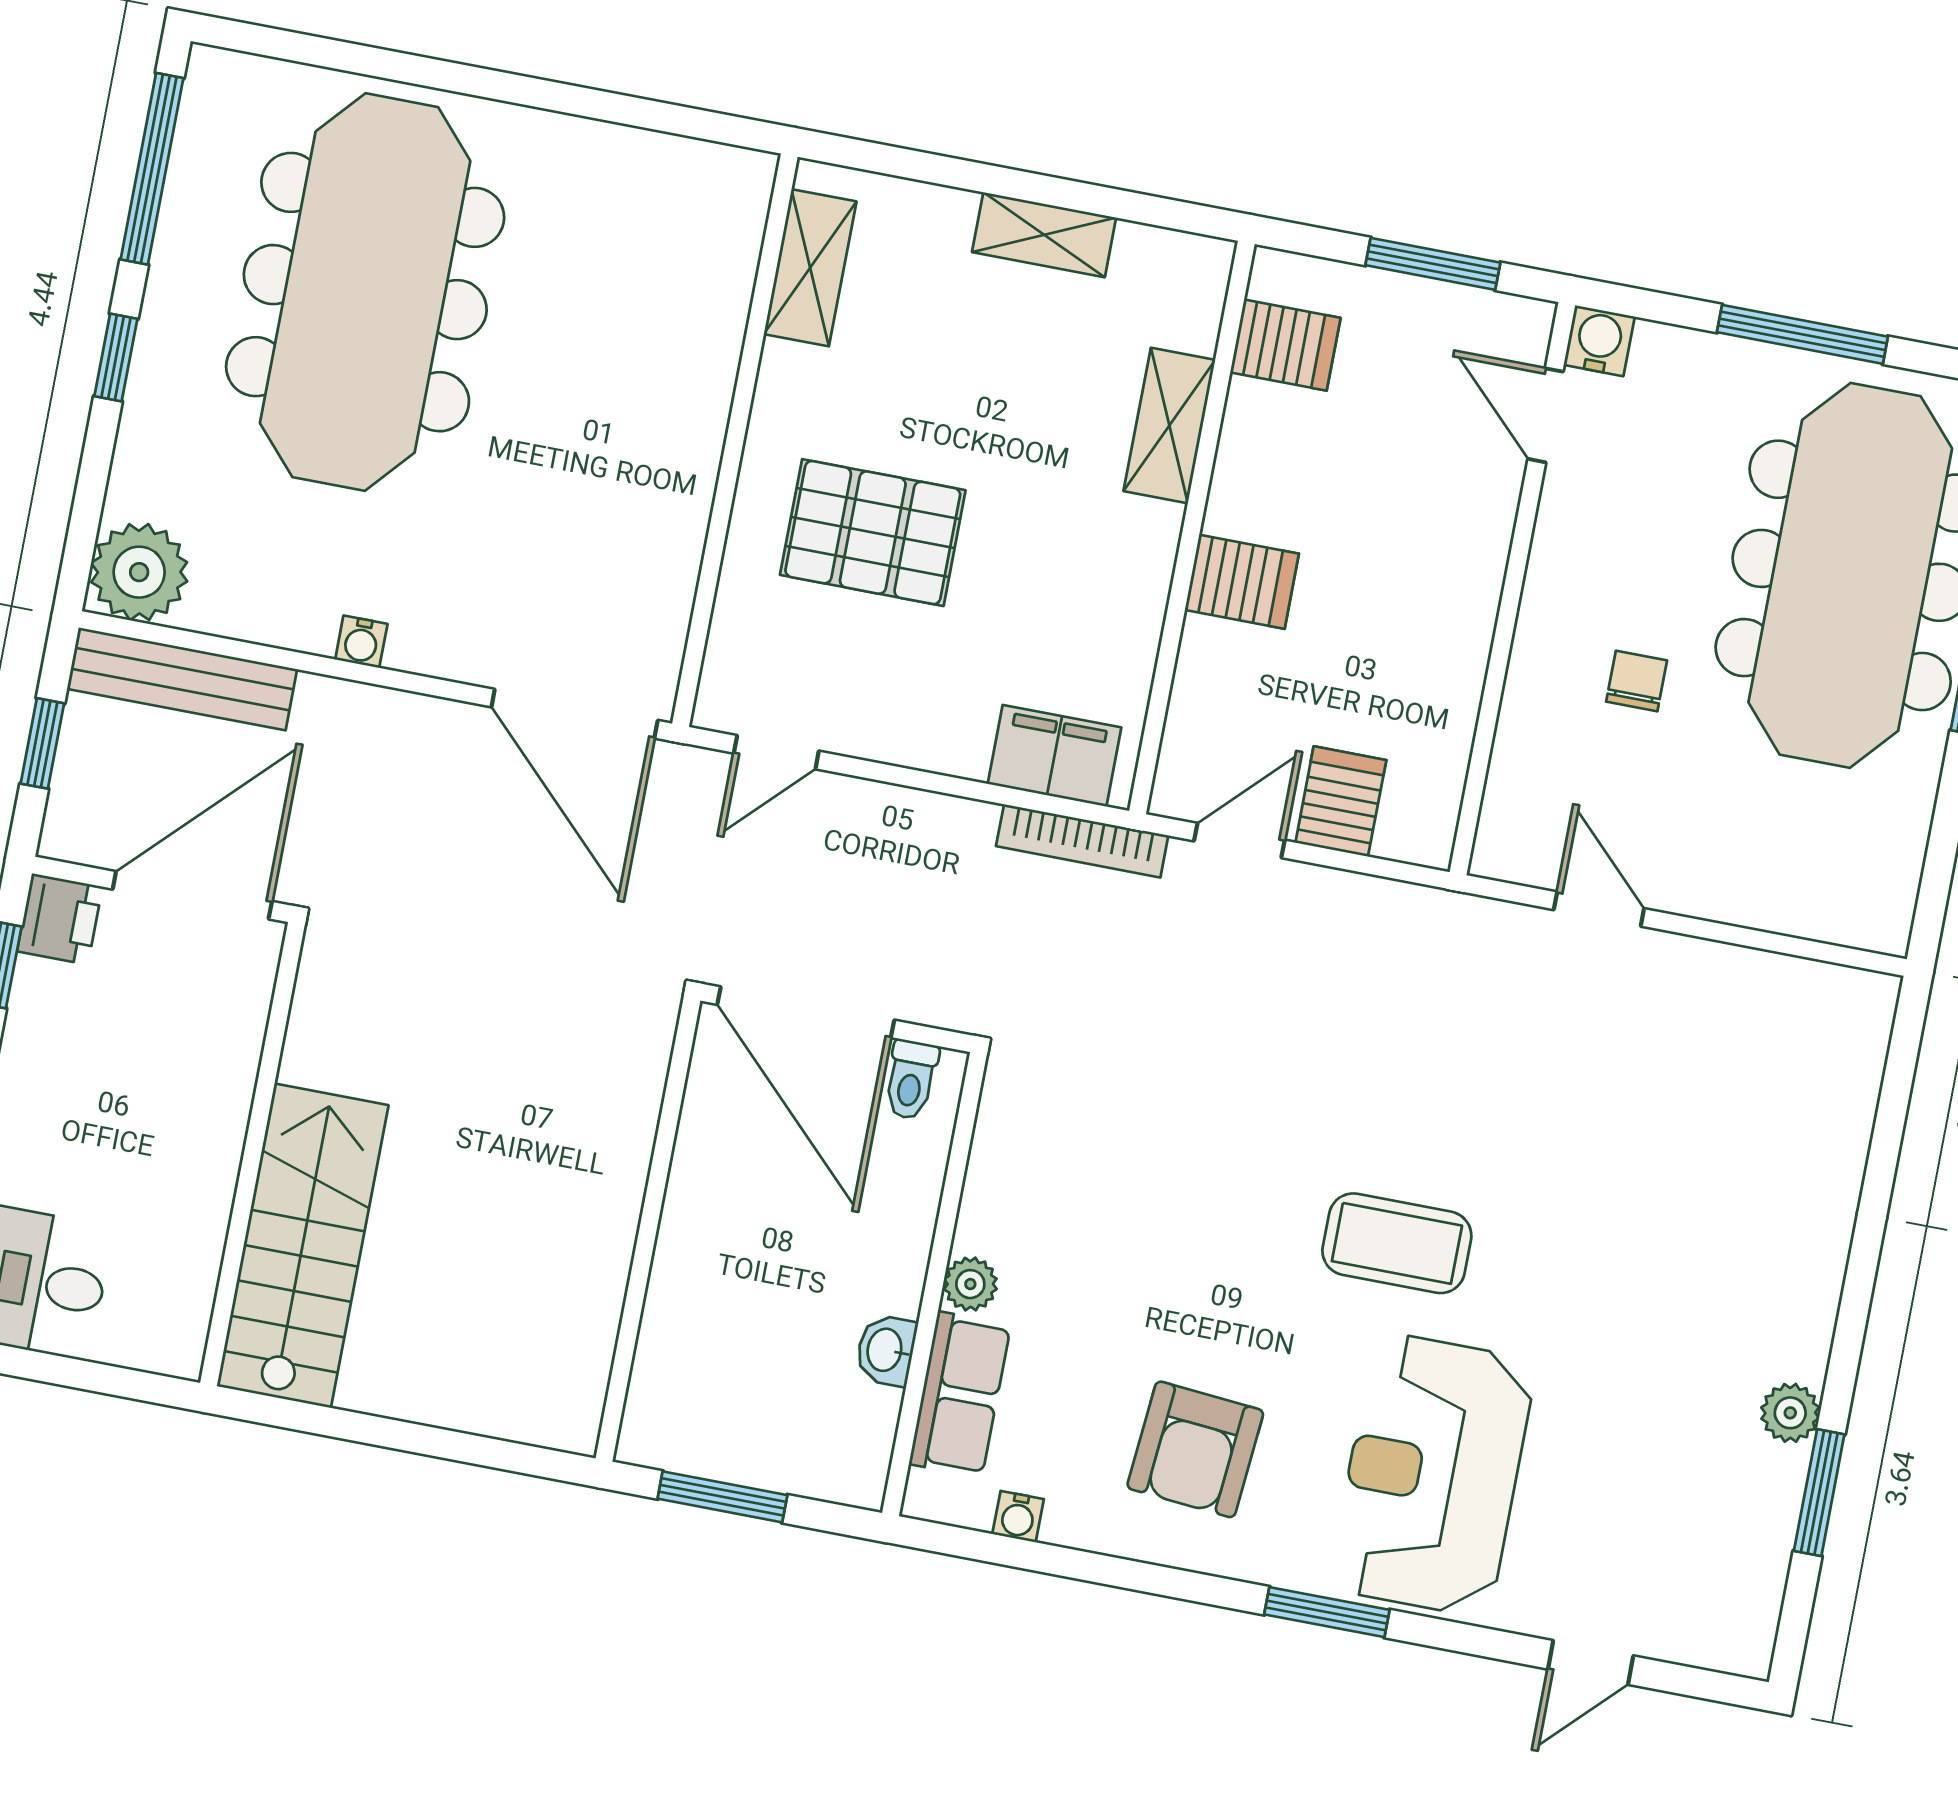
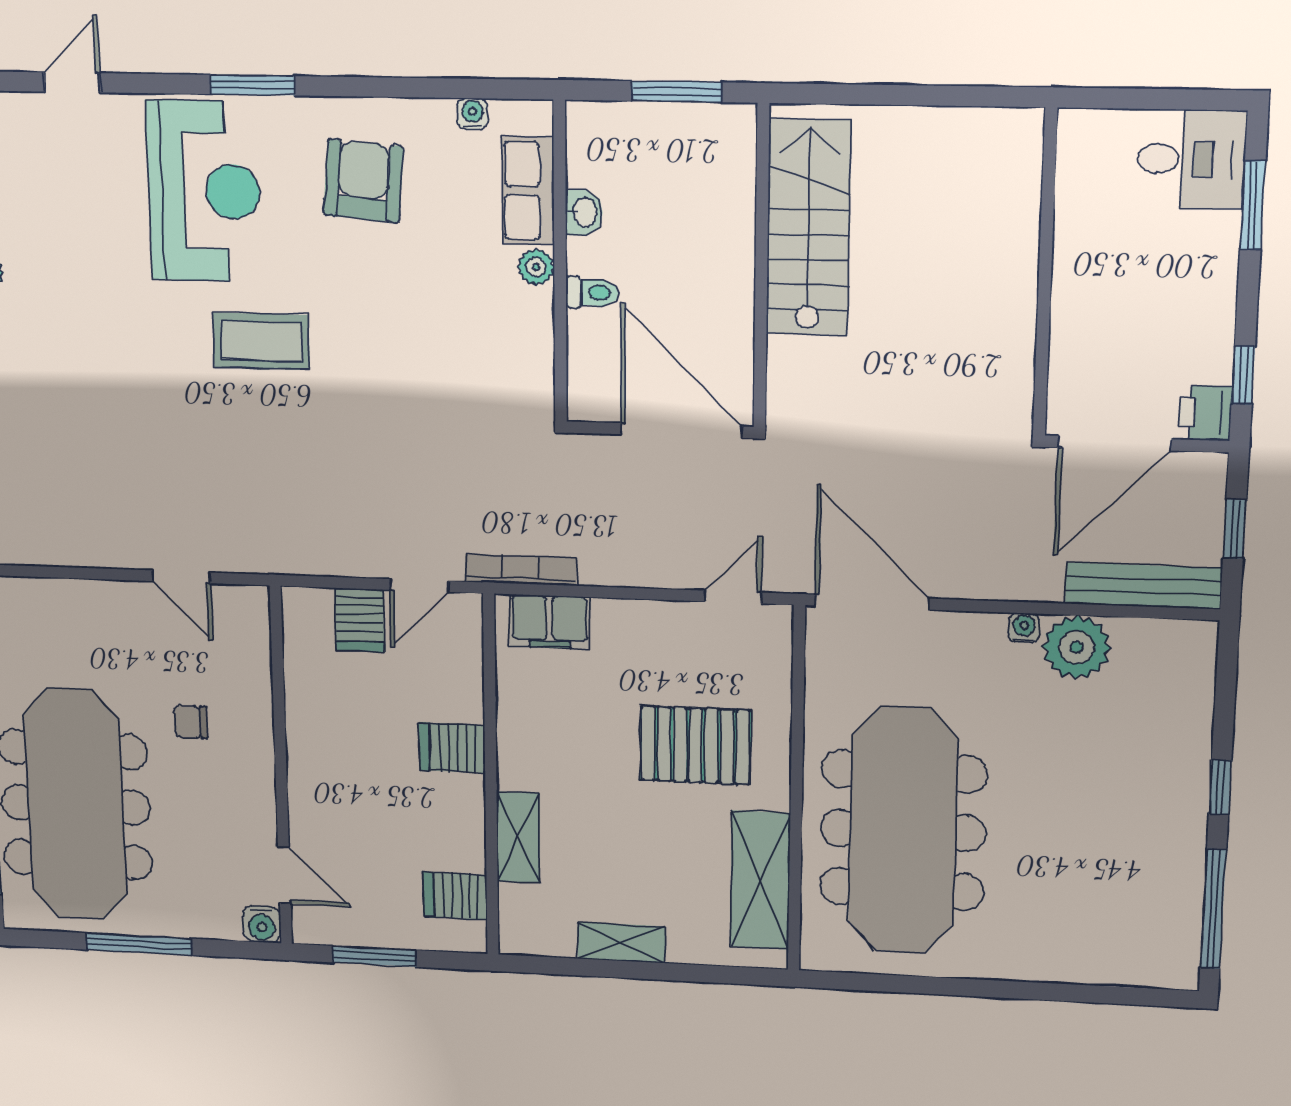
shelving: (810, 268) -> (760, 880), width x1.50, depth x1.33
meeting table: (365, 292) -> (903, 831), moved
plant: (139, 572) -> (1077, 647), moved
chair: (1637, 681) -> (191, 722), turned 90
toilet: (911, 1080) -> (592, 292), moved, turned 90
stairs: (303, 1246) -> (808, 228), moved, turned 180

